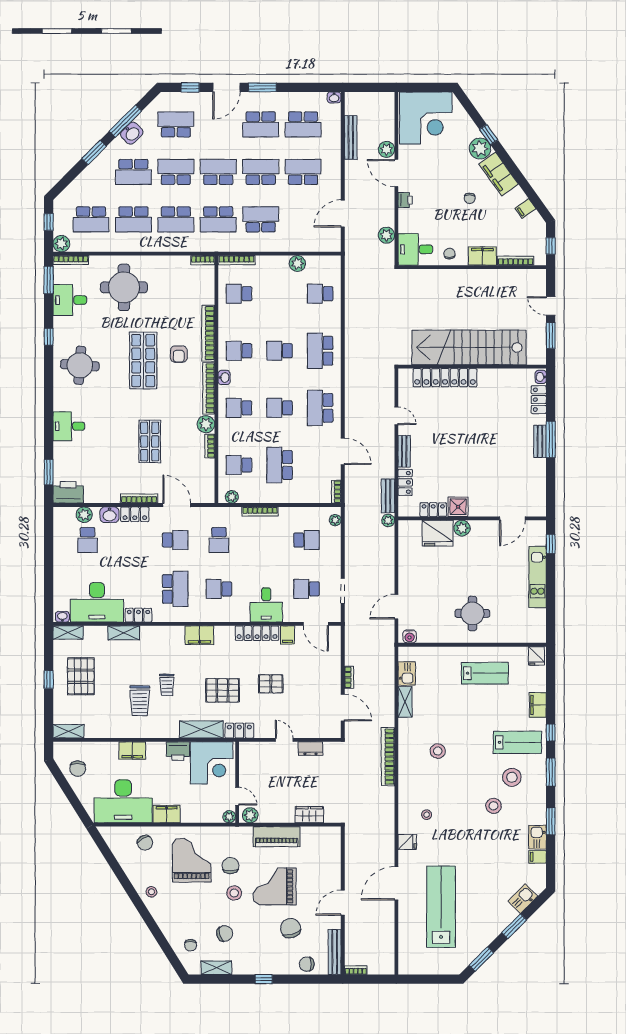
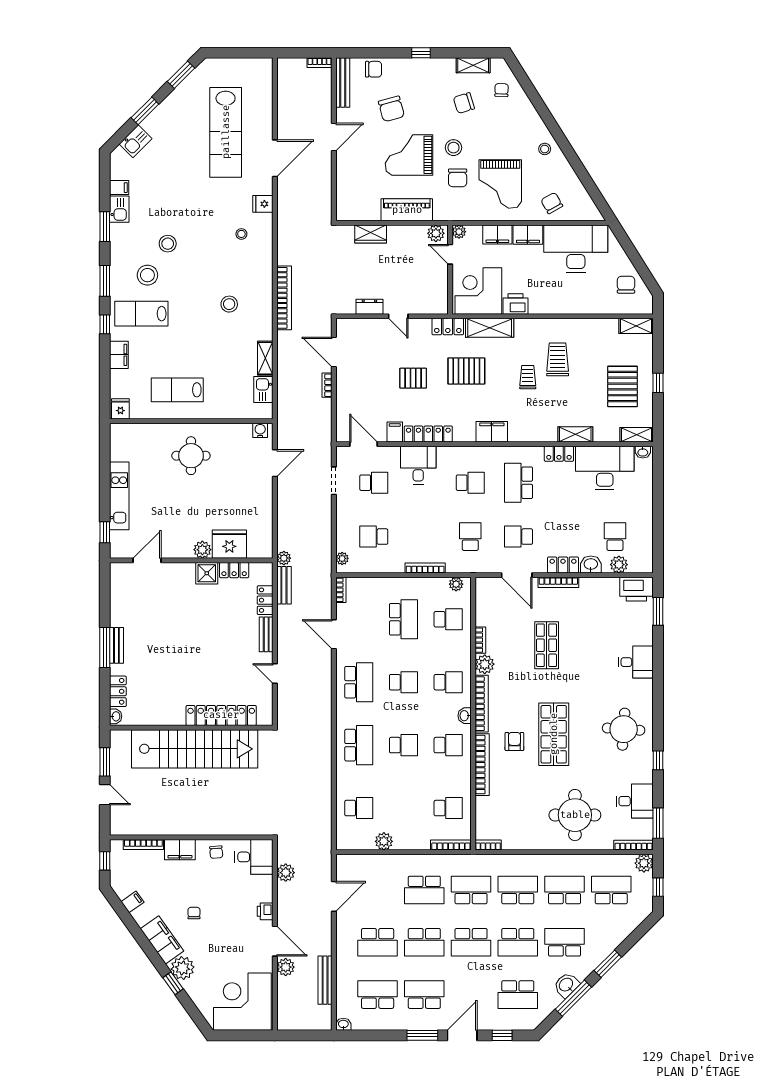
filing cabinet: (132, 751) -> (497, 235), moved, turned 180
grand piano: (275, 886) -> (409, 155), turned 180

